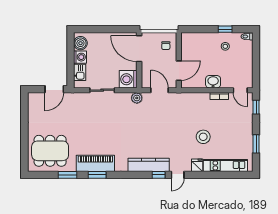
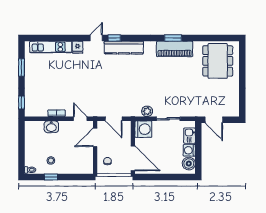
washbasin: (213, 82) -> (51, 127), moved
door: (54, 89) -> (214, 120), swing flipped
door: (240, 90) -> (80, 119), moved
plant: (137, 98) -> (147, 111), moved
stool: (203, 137) -> (72, 74), removed
dining table: (50, 151) -> (218, 61), turned 90
window: (67, 175) -> (201, 38), removed

